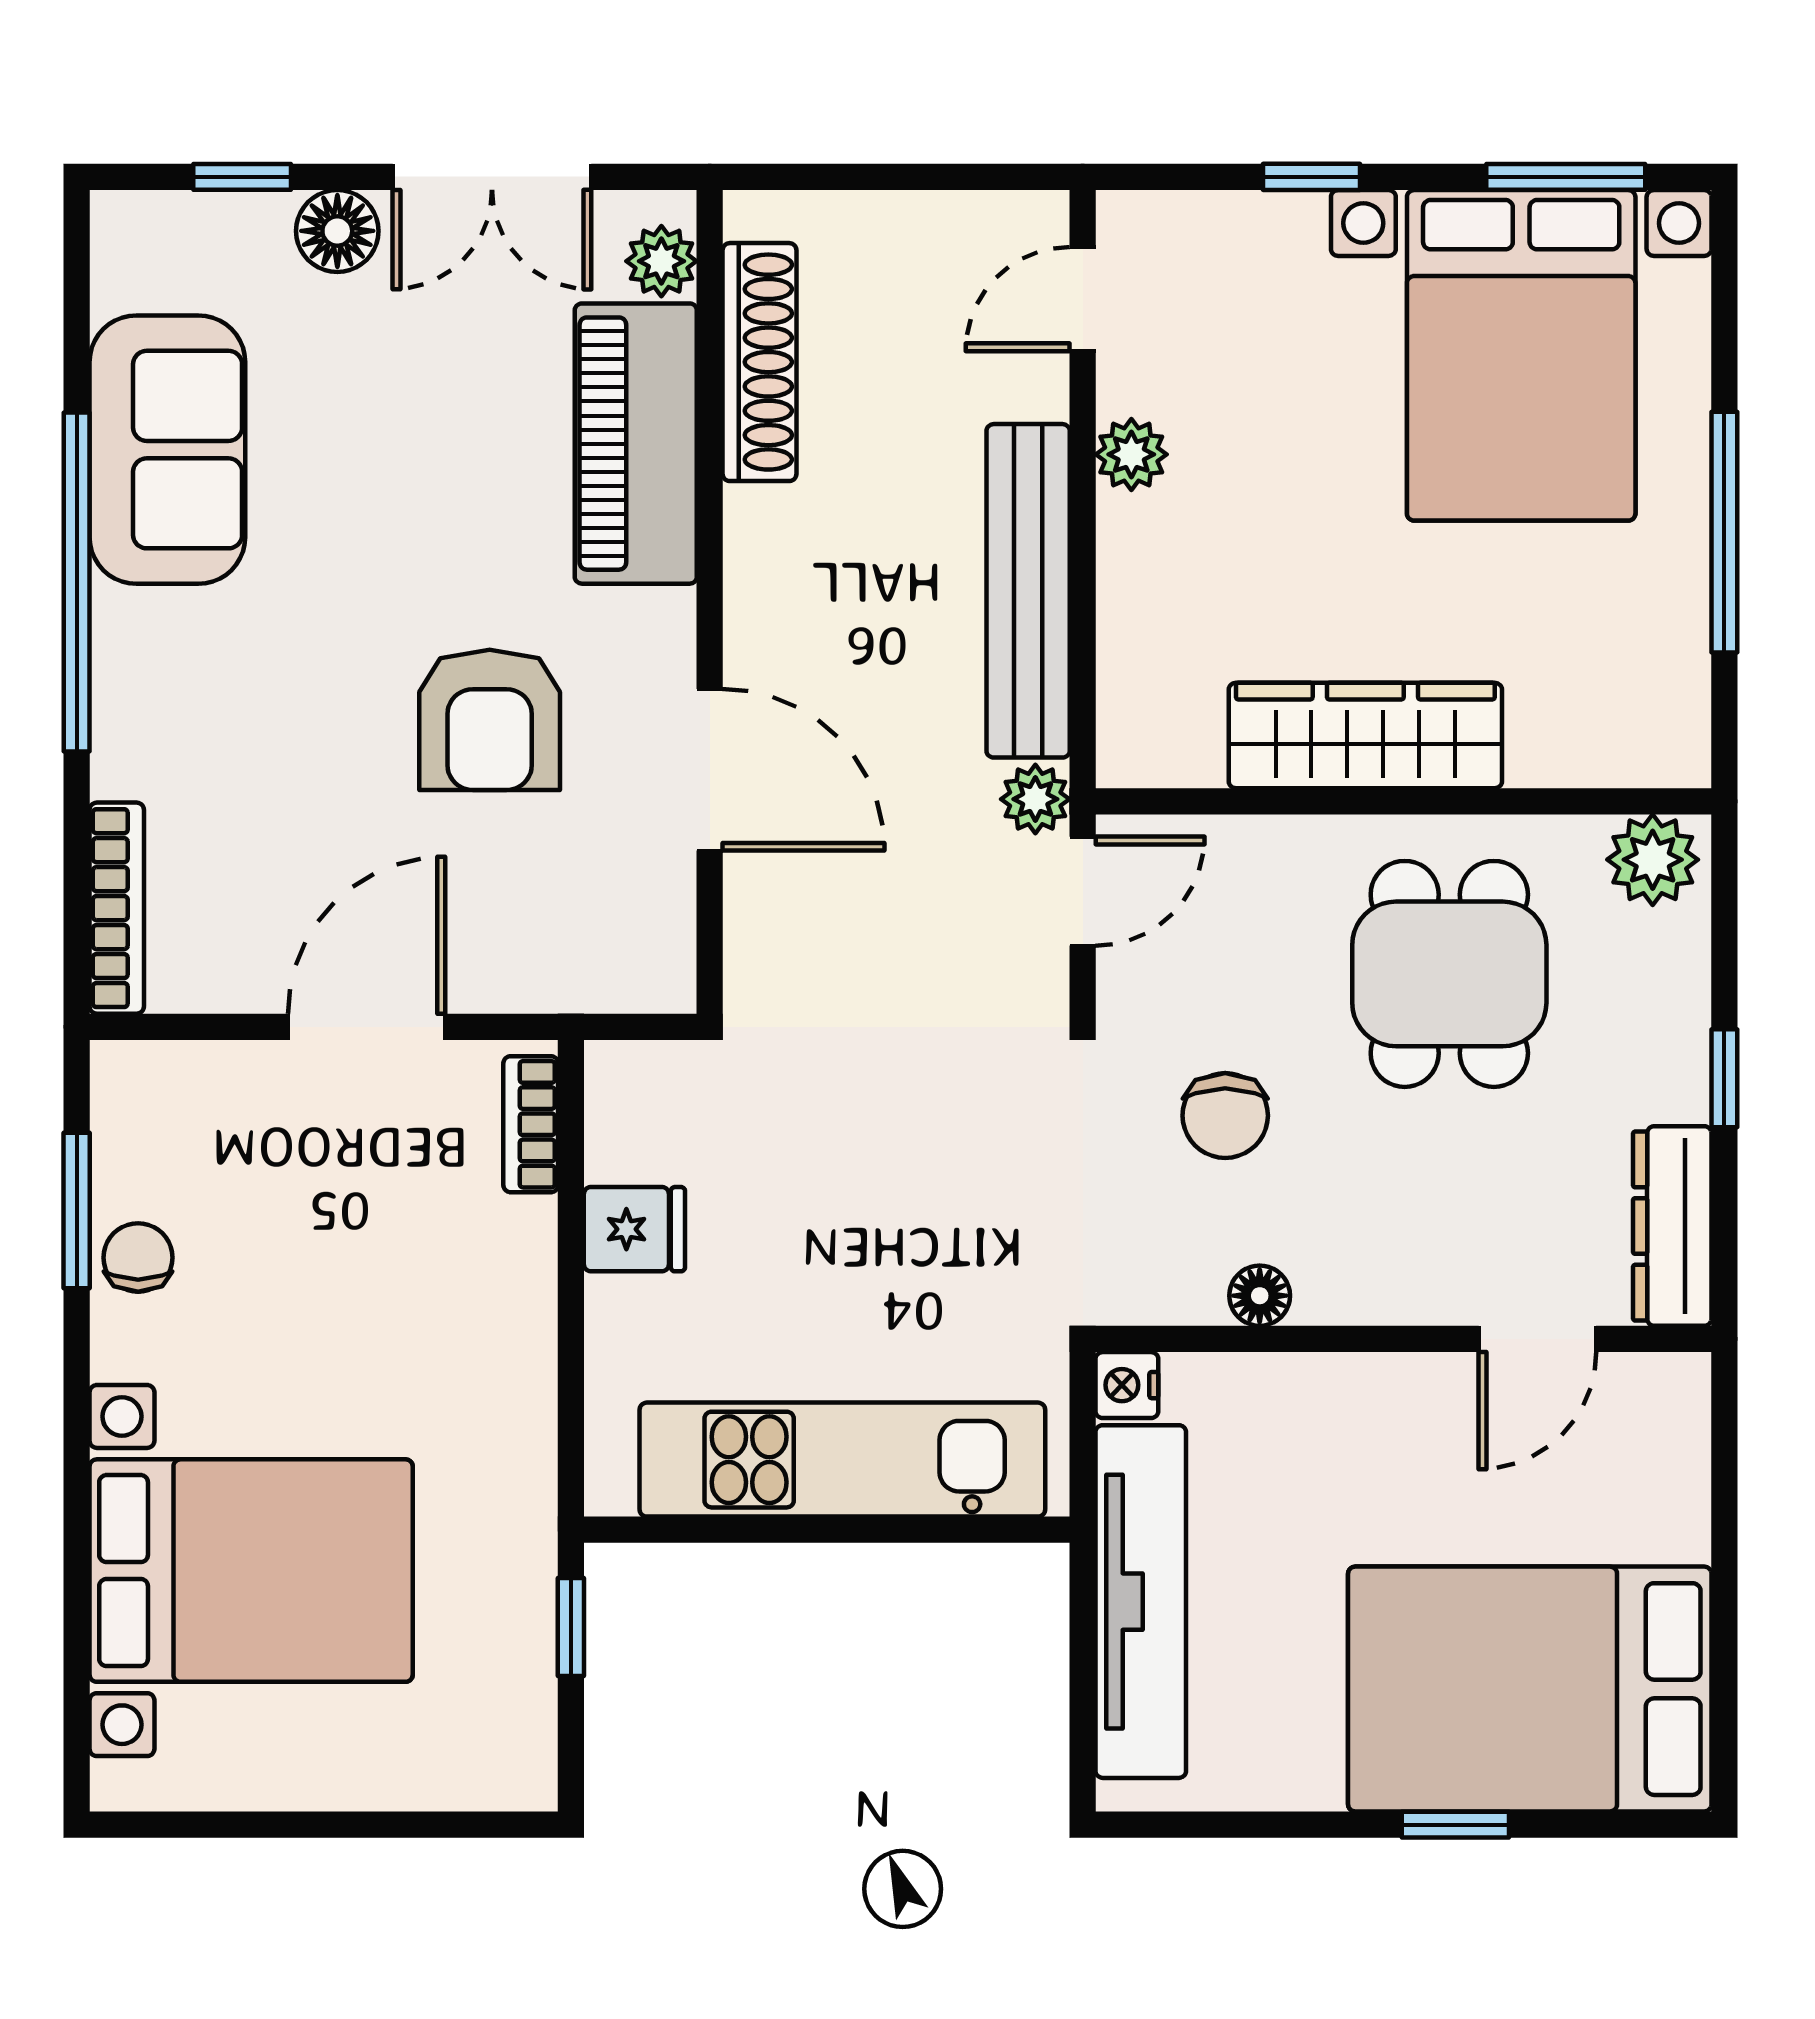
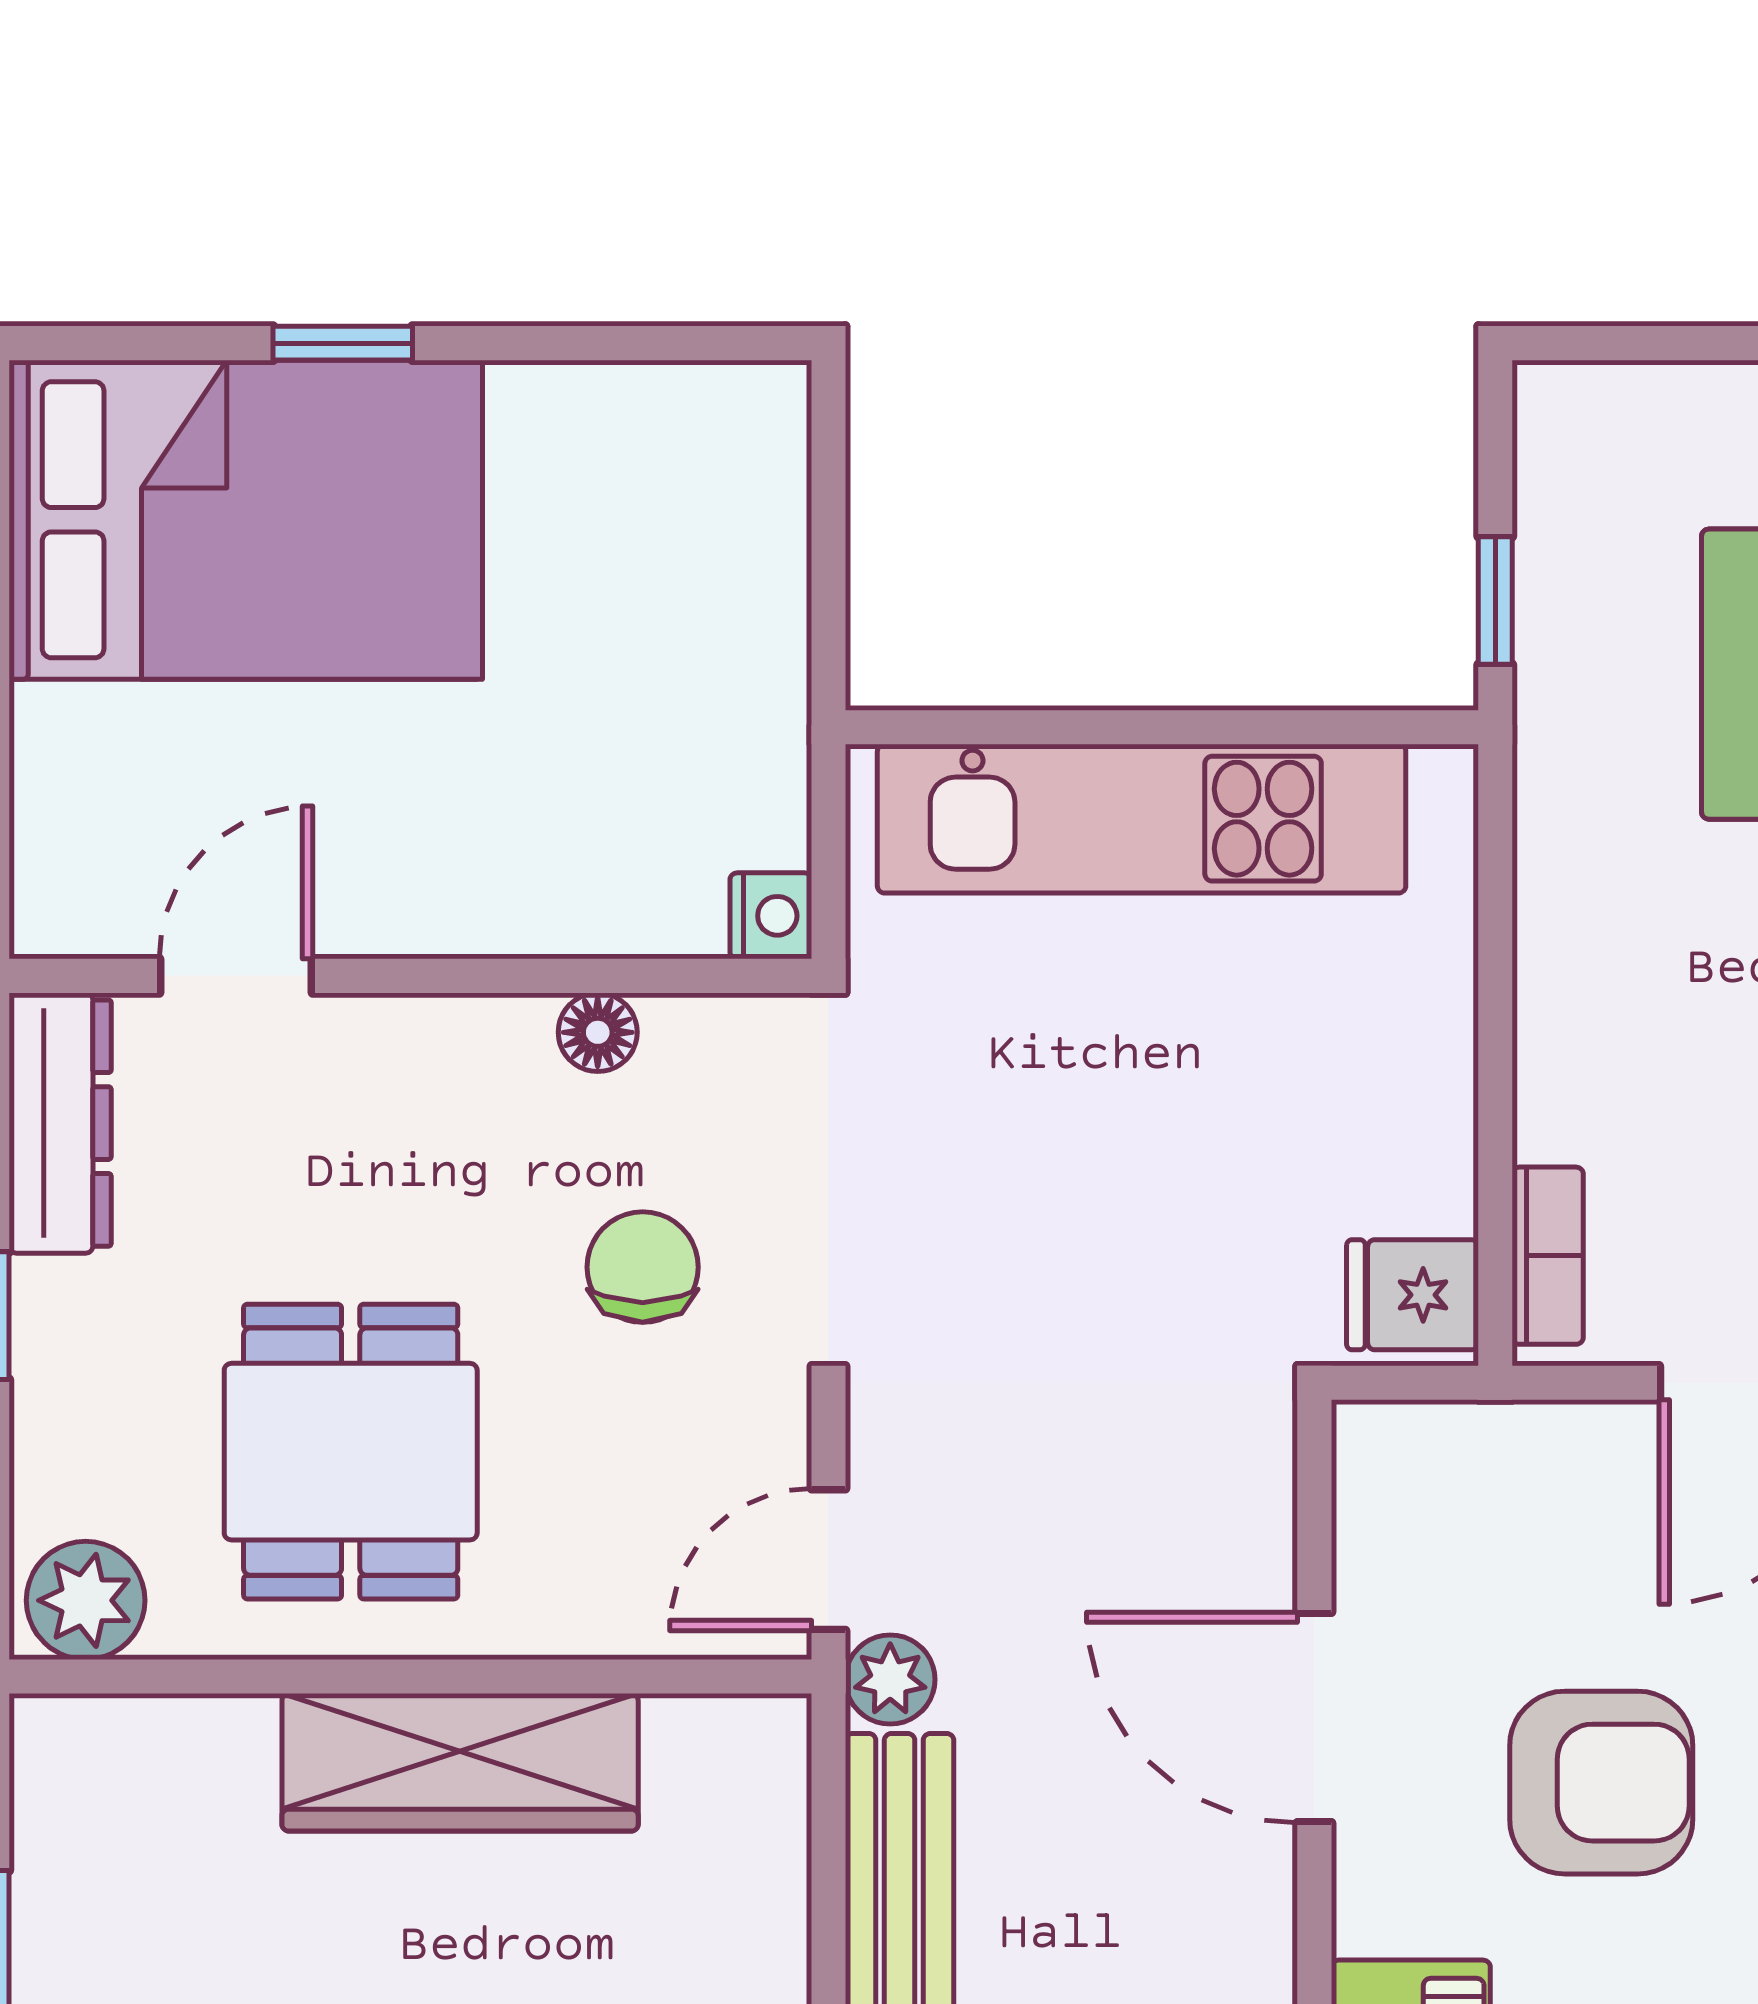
armchair: (490, 720) -> (1601, 1783), turned 90
fridge: (634, 1229) -> (1412, 1295), moved
tv unit: (1141, 1602) -> (753, 634), removed

